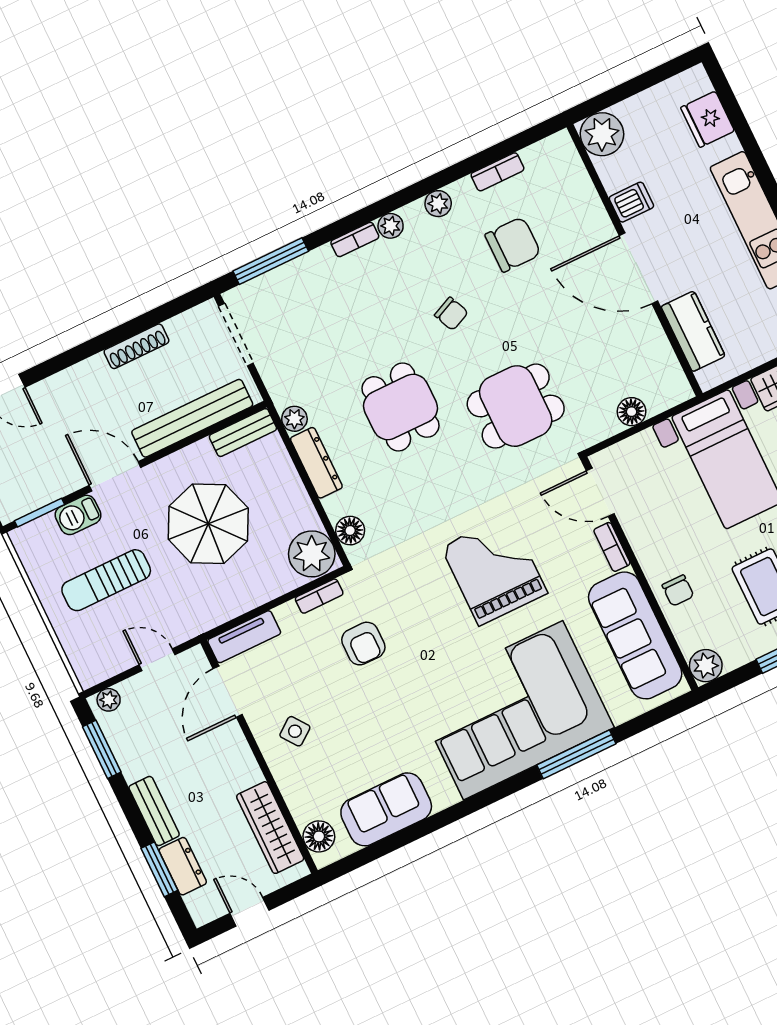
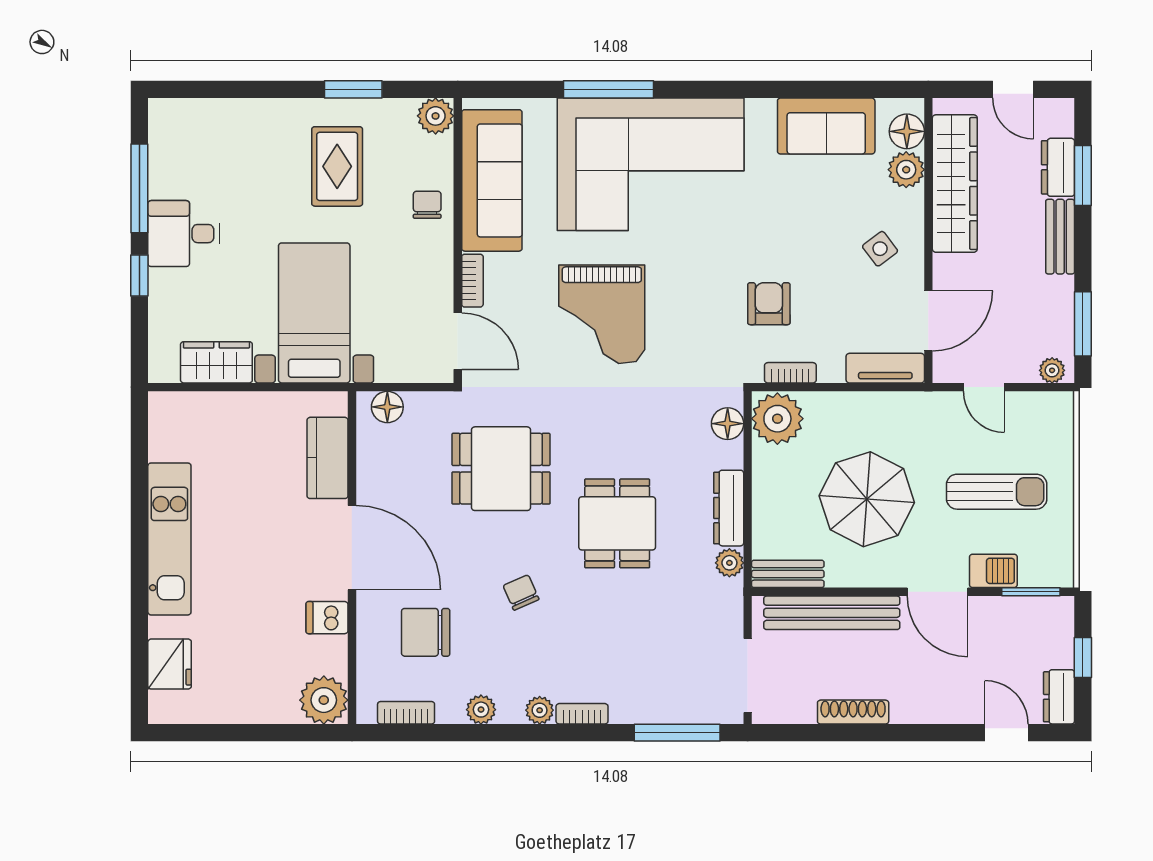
plant: (602, 134) -> (324, 700), moved
dishwasher: (631, 202) -> (327, 618), moved
wall: (635, 260) -> (352, 558), moved
door: (638, 268) -> (352, 548), moved
kitchen counter: (693, 331) -> (327, 458), moved
plant: (304, 805) -> (906, 170), added
wardrobe: (270, 828) -> (955, 184), width x1.40, depth x1.17

